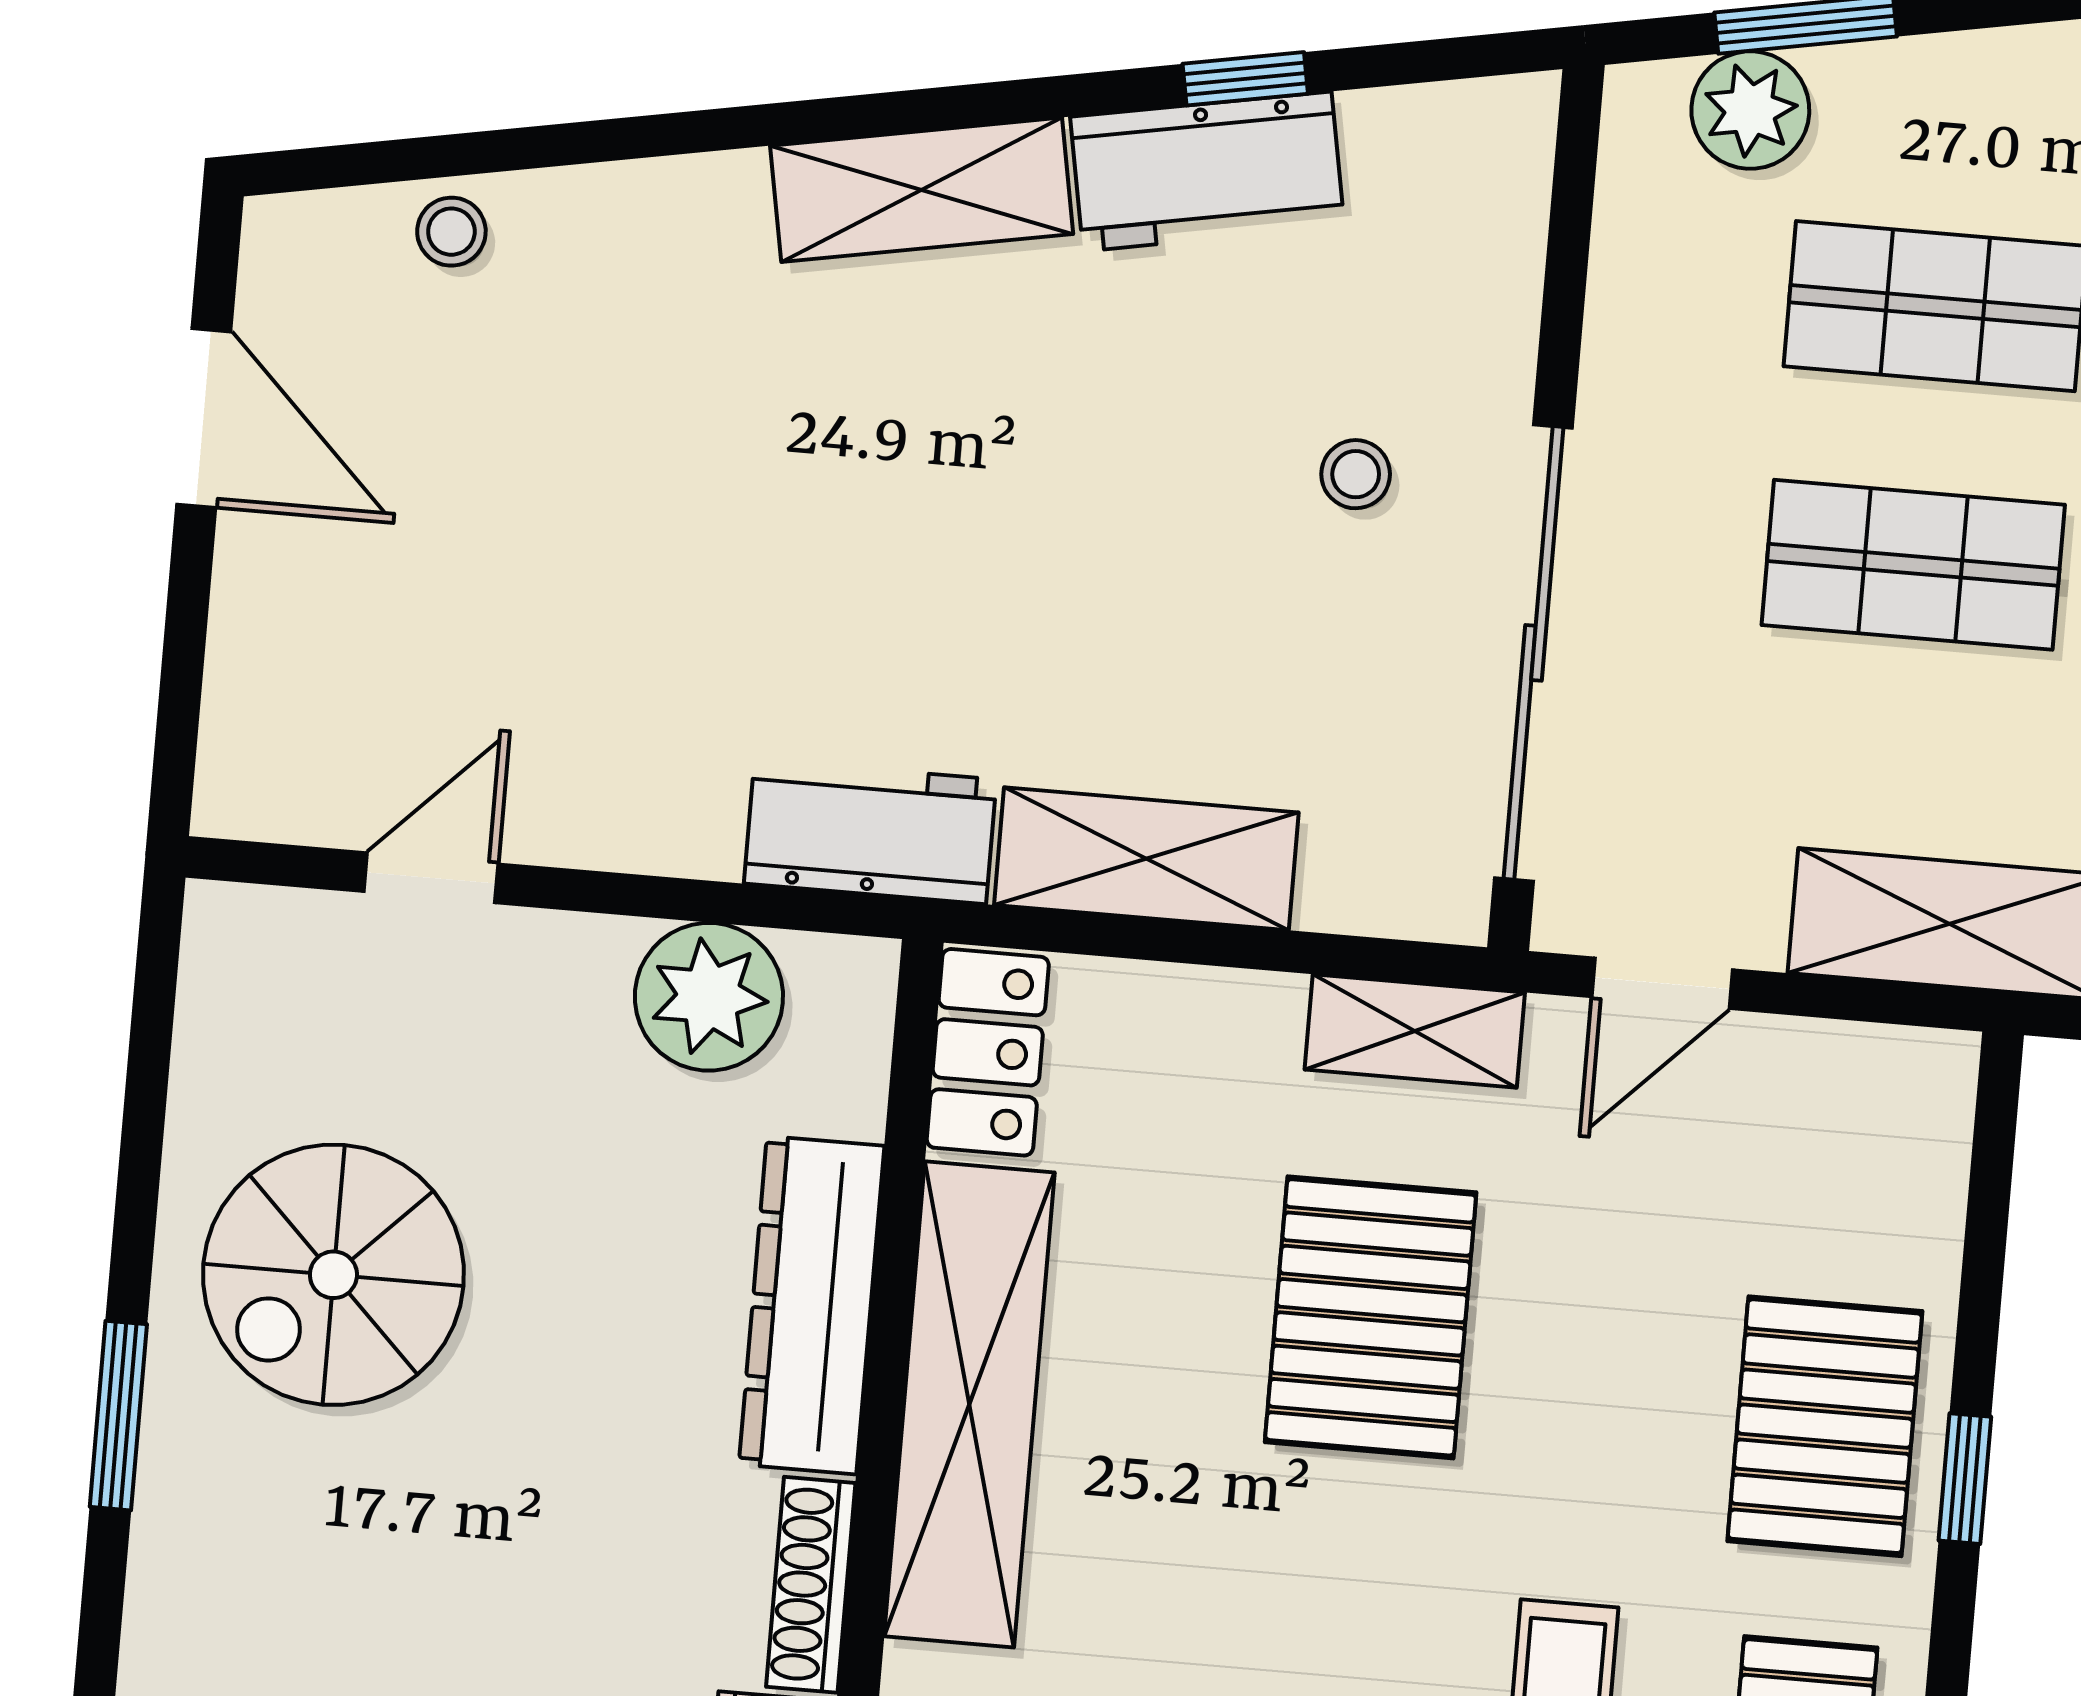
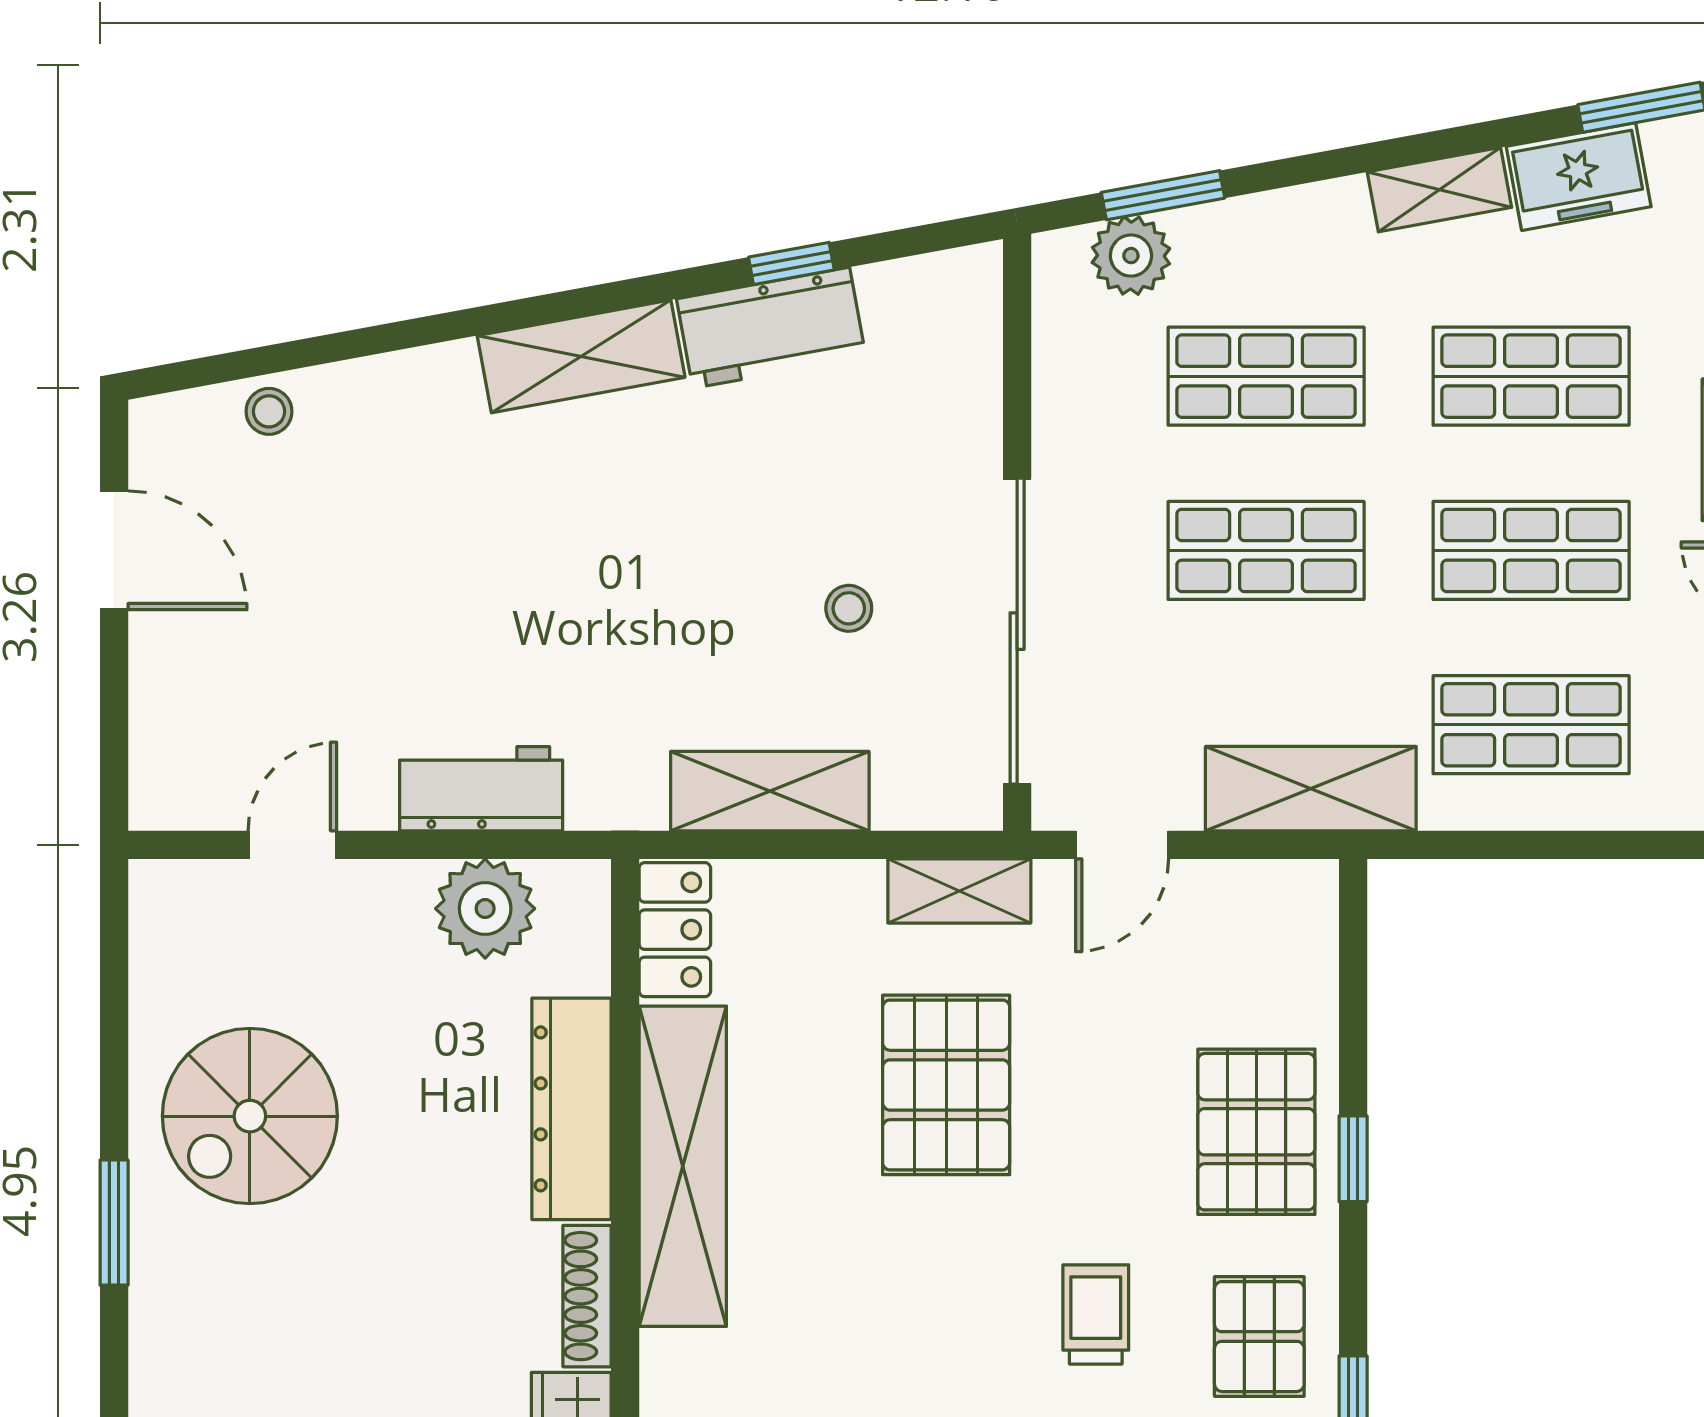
stool: (1356, 474) -> (849, 608), moved
workbench: (870, 832) -> (481, 789), moved

